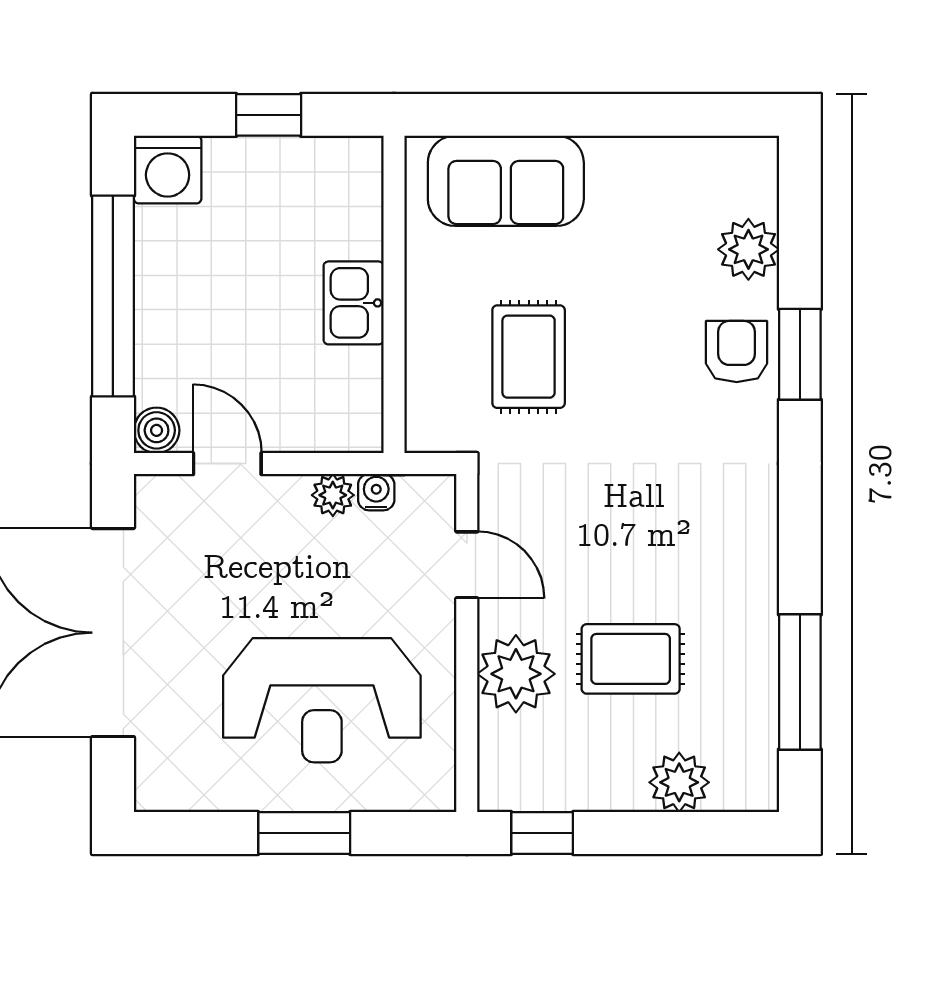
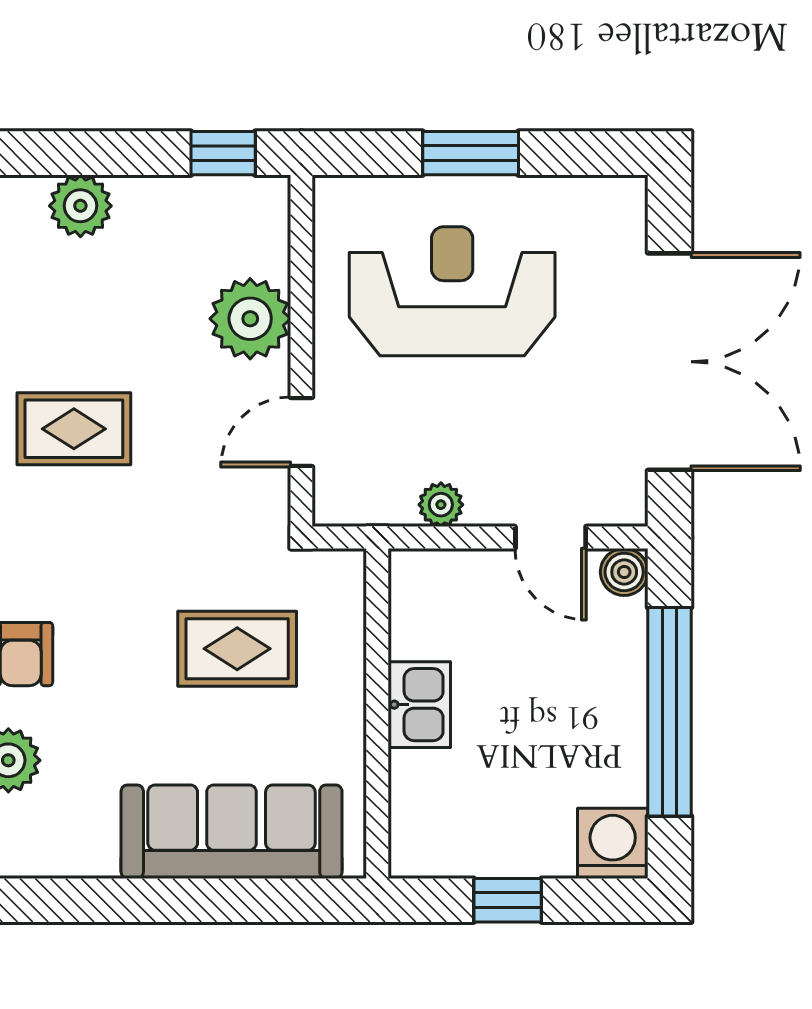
sofa: (506, 181) -> (232, 832), width x1.36
rug: (529, 357) -> (237, 649), turned 90
water cooler: (376, 492) -> (396, 508), removed
door: (467, 565) -> (301, 432), hinge flipped
rug: (631, 659) -> (74, 429), moved

